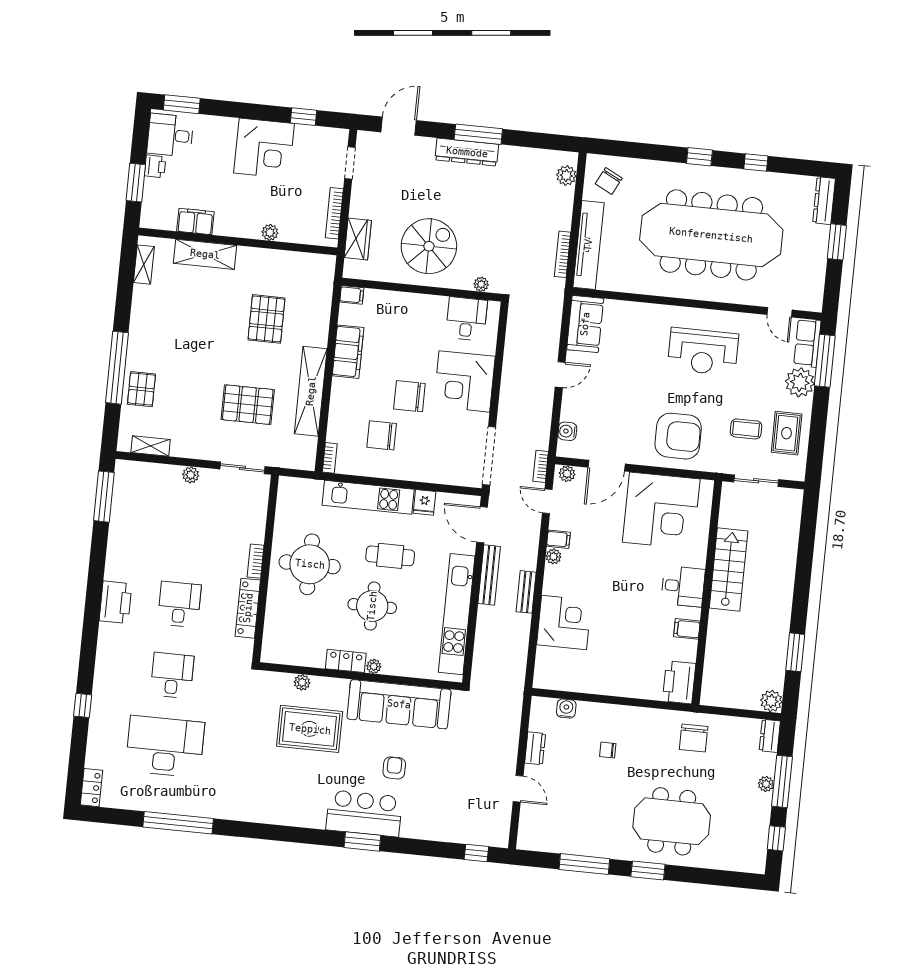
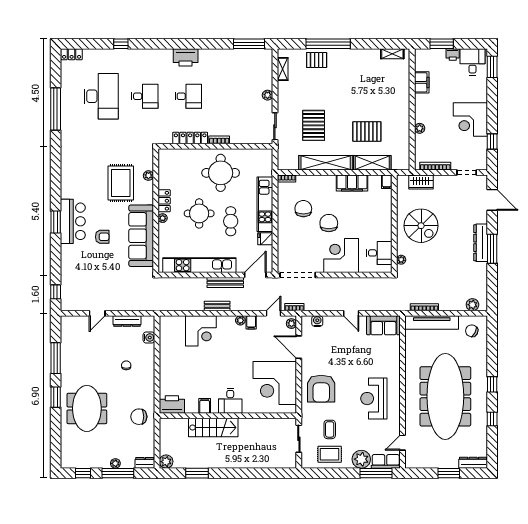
shelving: (205, 254) -> (372, 163), moved, turned 90
stairs: (729, 569) -> (213, 428), moved
dresser: (535, 748) -> (127, 321), width x1.44

